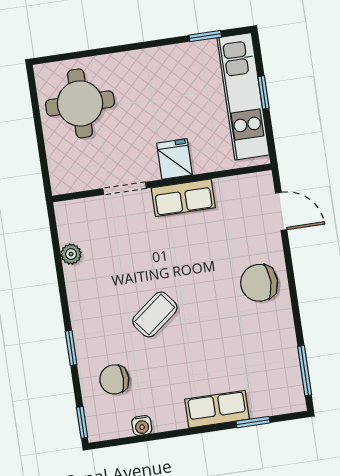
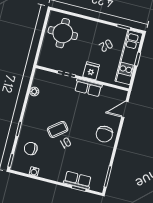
door: (281, 211) -> (125, 109), swing flipped
chair: (259, 283) -> (104, 134), turned -90
row of seats: (217, 409) -> (78, 180), moved

